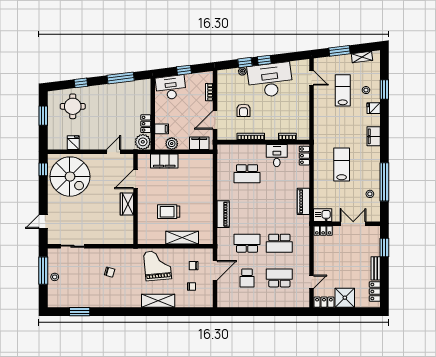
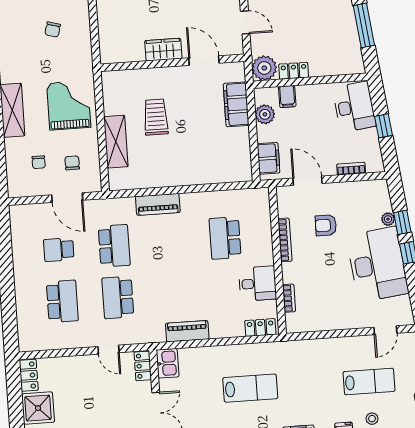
grand piano: (157, 265) -> (69, 105), turned -85
door: (311, 282) -> (109, 350), moved

